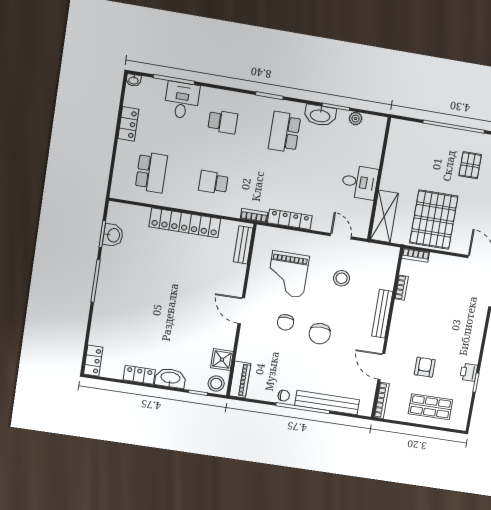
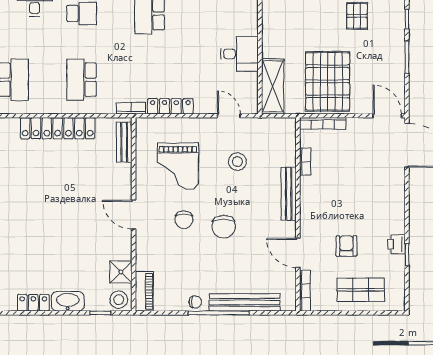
school desk: (213, 182) -> (82, 80), width x1.85
bookcase: (416, 255) -> (323, 123), width x1.56

